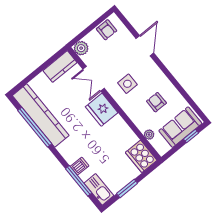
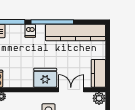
window: (35, 127) -> (52, 22), moved
dishwasher: (80, 166) -> (30, 31), moved

